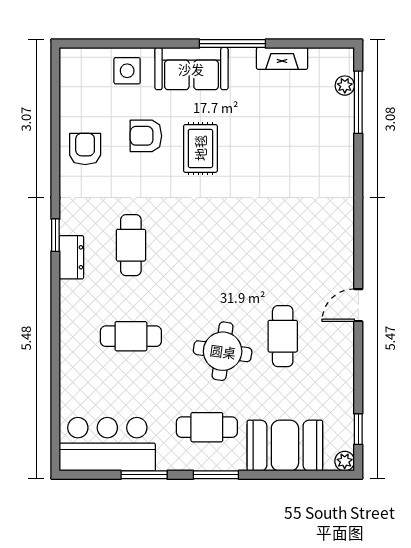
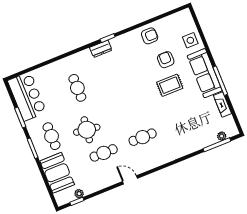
sofa: (191, 69) -> (205, 73), width x1.36
cafe table: (131, 245) -> (143, 137), moved
plant: (345, 461) -> (79, 194), moved

